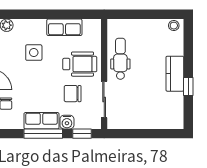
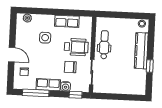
kitchen counter: (175, 74) -> (141, 51), width x1.50
window: (43, 134) -> (36, 93), moved

